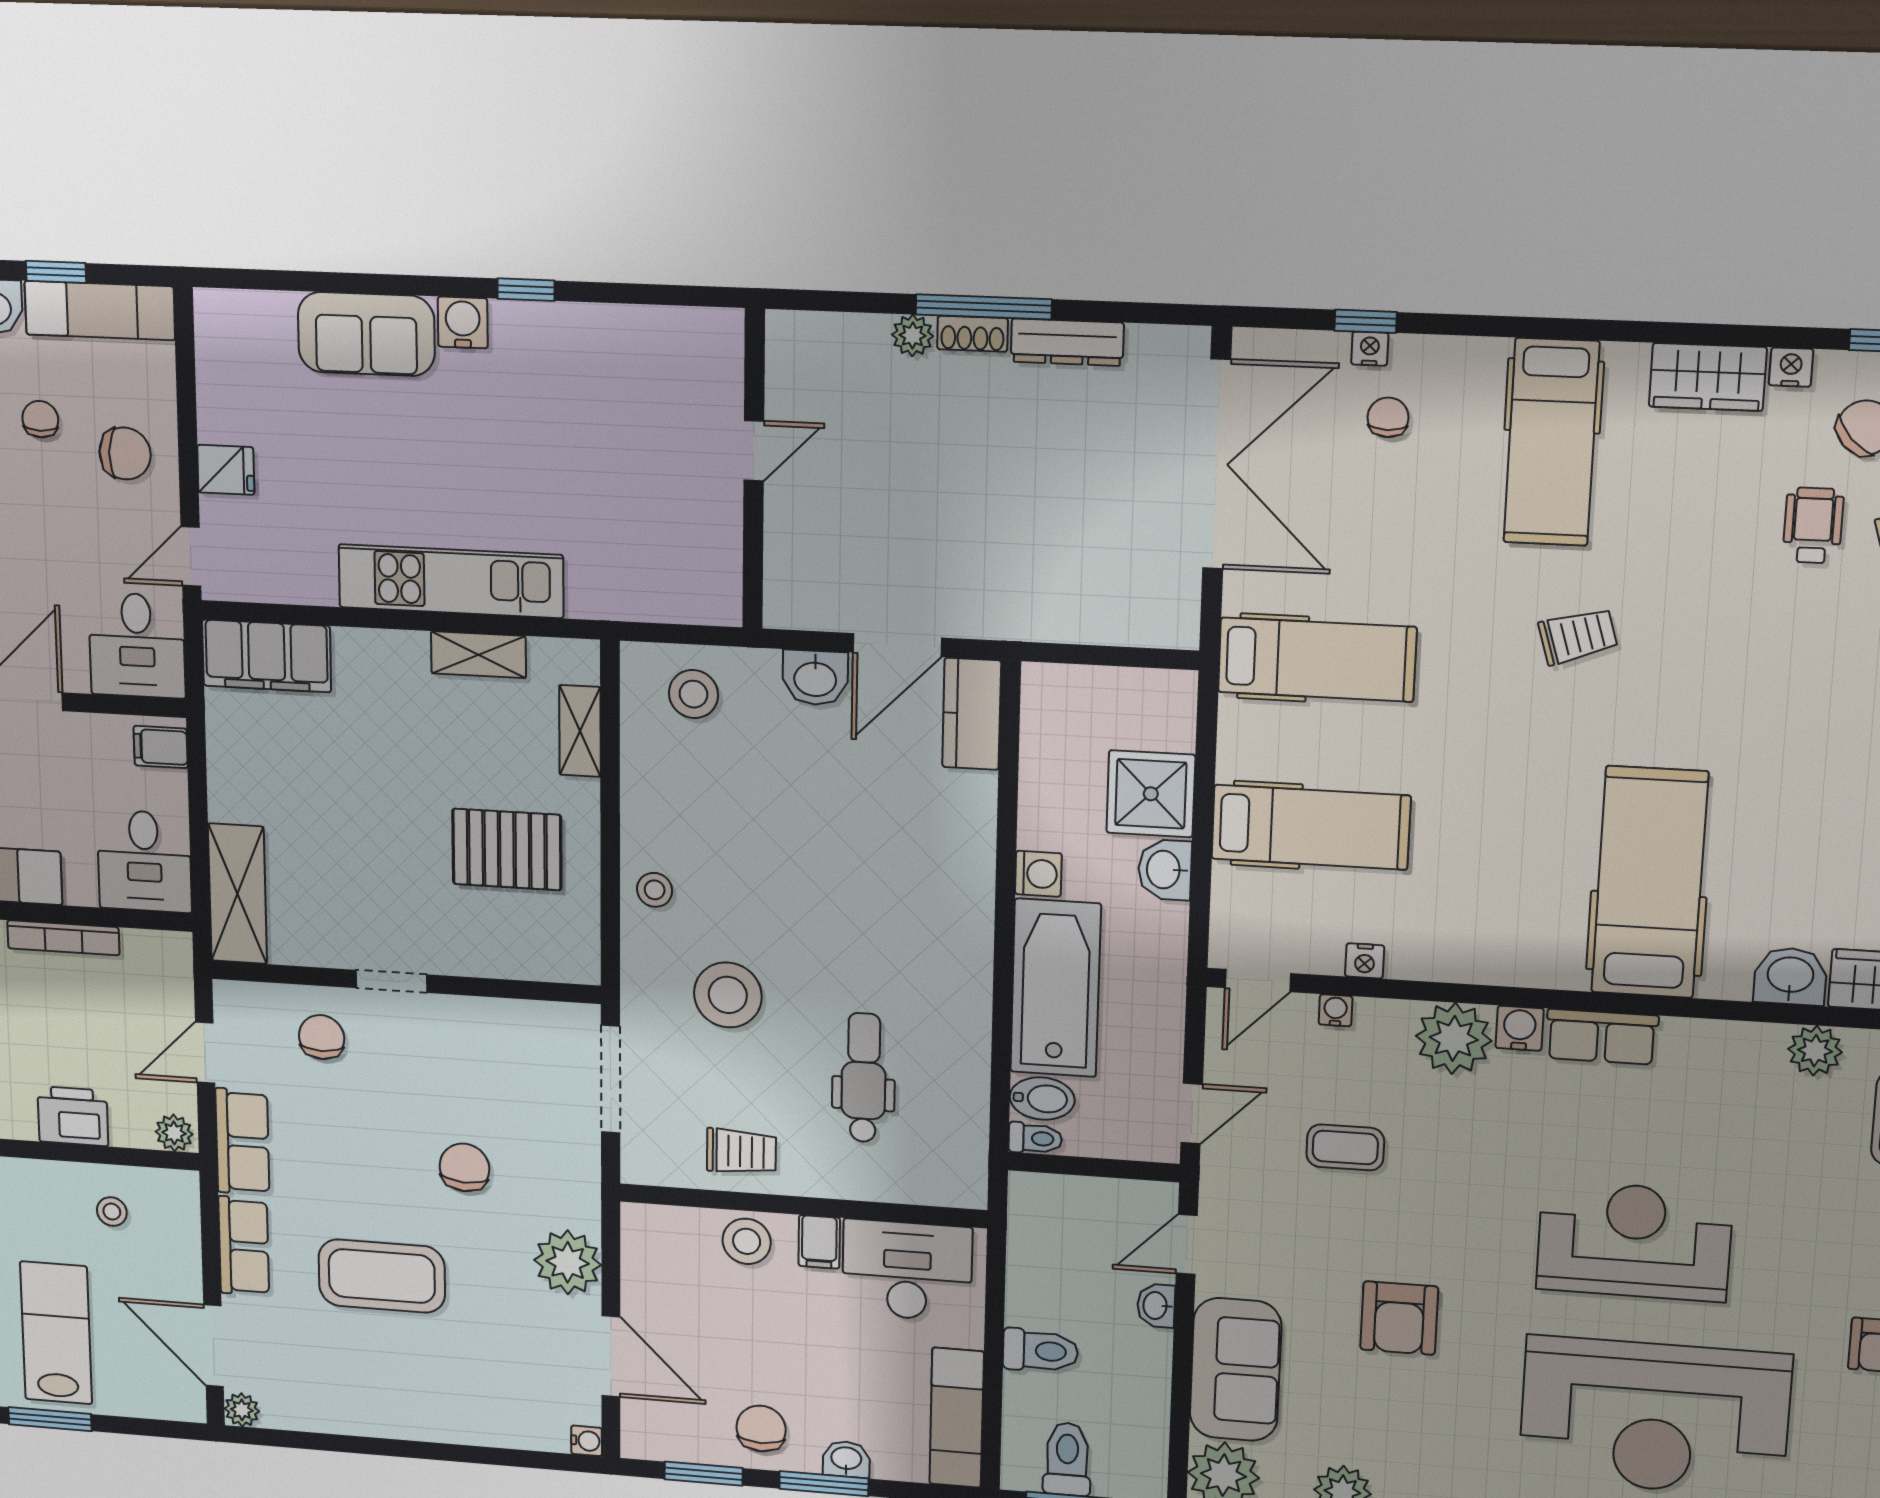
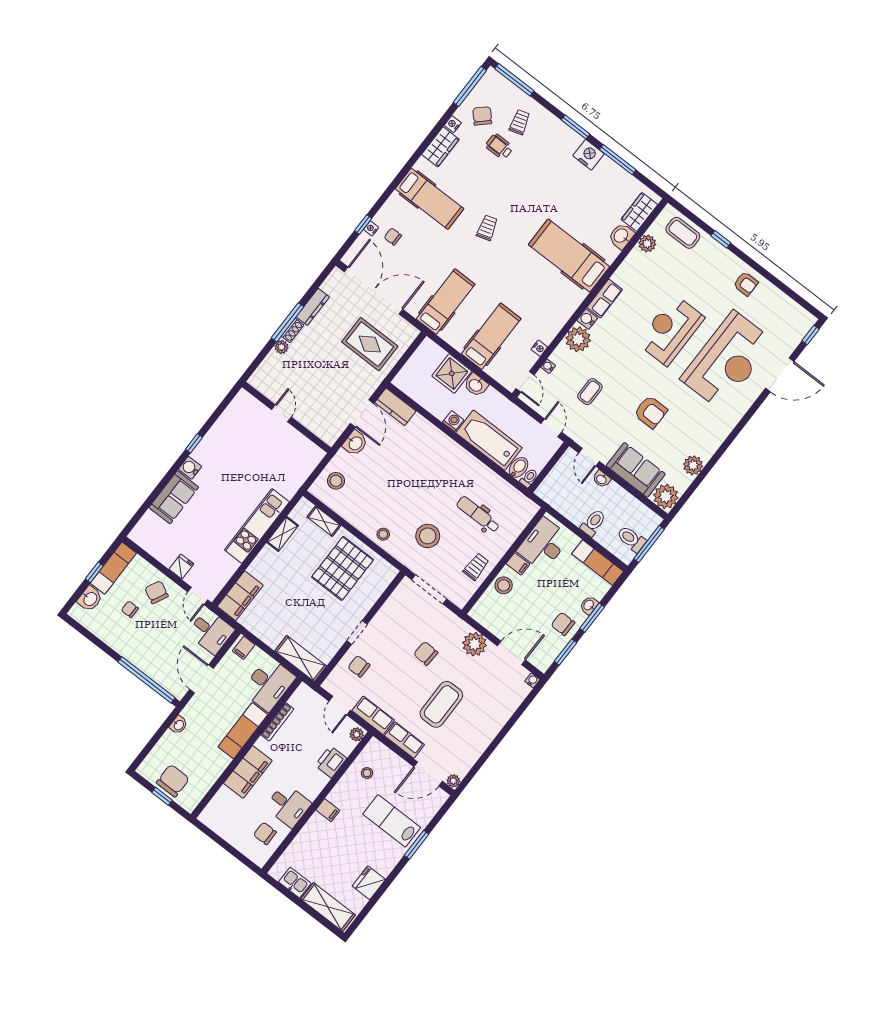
chair: (125, 453) -> (156, 592), turned -66
rug: (1078, 547) -> (370, 344), added
pallet: (507, 849) -> (343, 568), width x1.37, depth x1.41
desk: (144, 861) -> (269, 684), width x1.37

